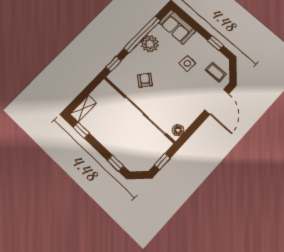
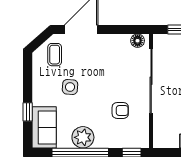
window: (215, 43) -> (28, 112), moved
armchair: (145, 80) -> (120, 110), turned -128

